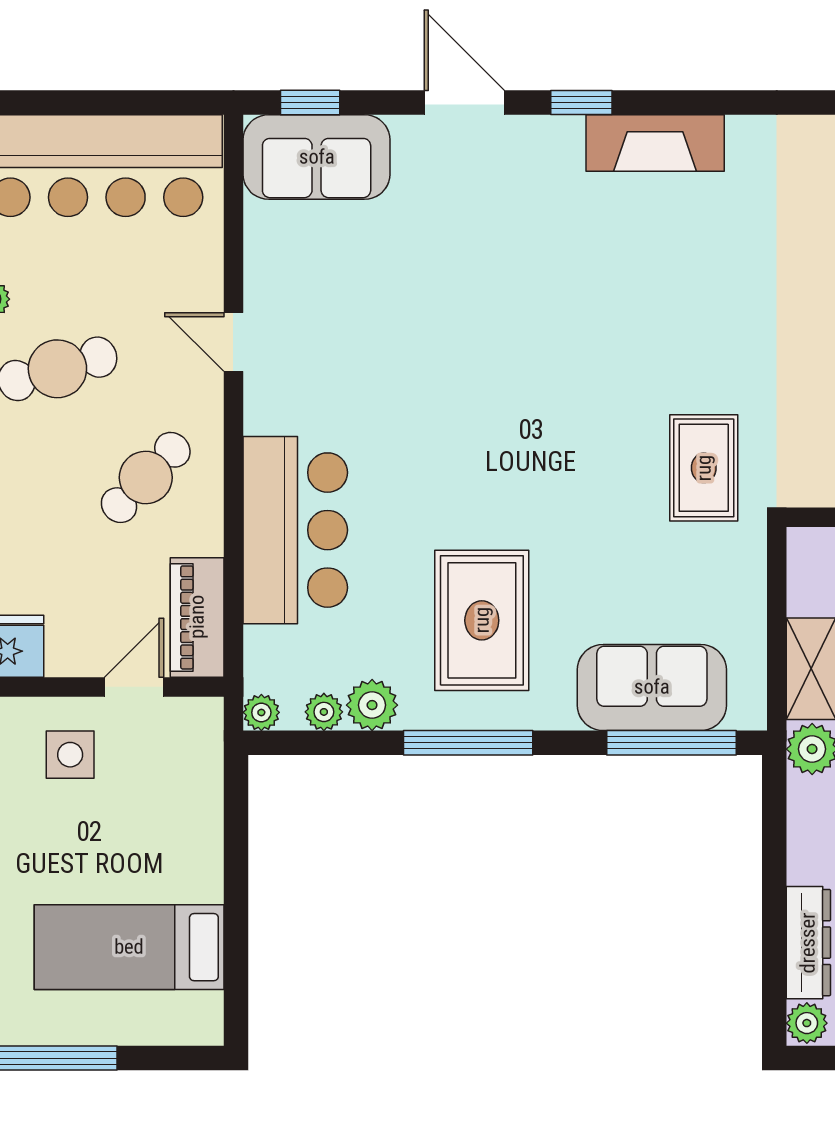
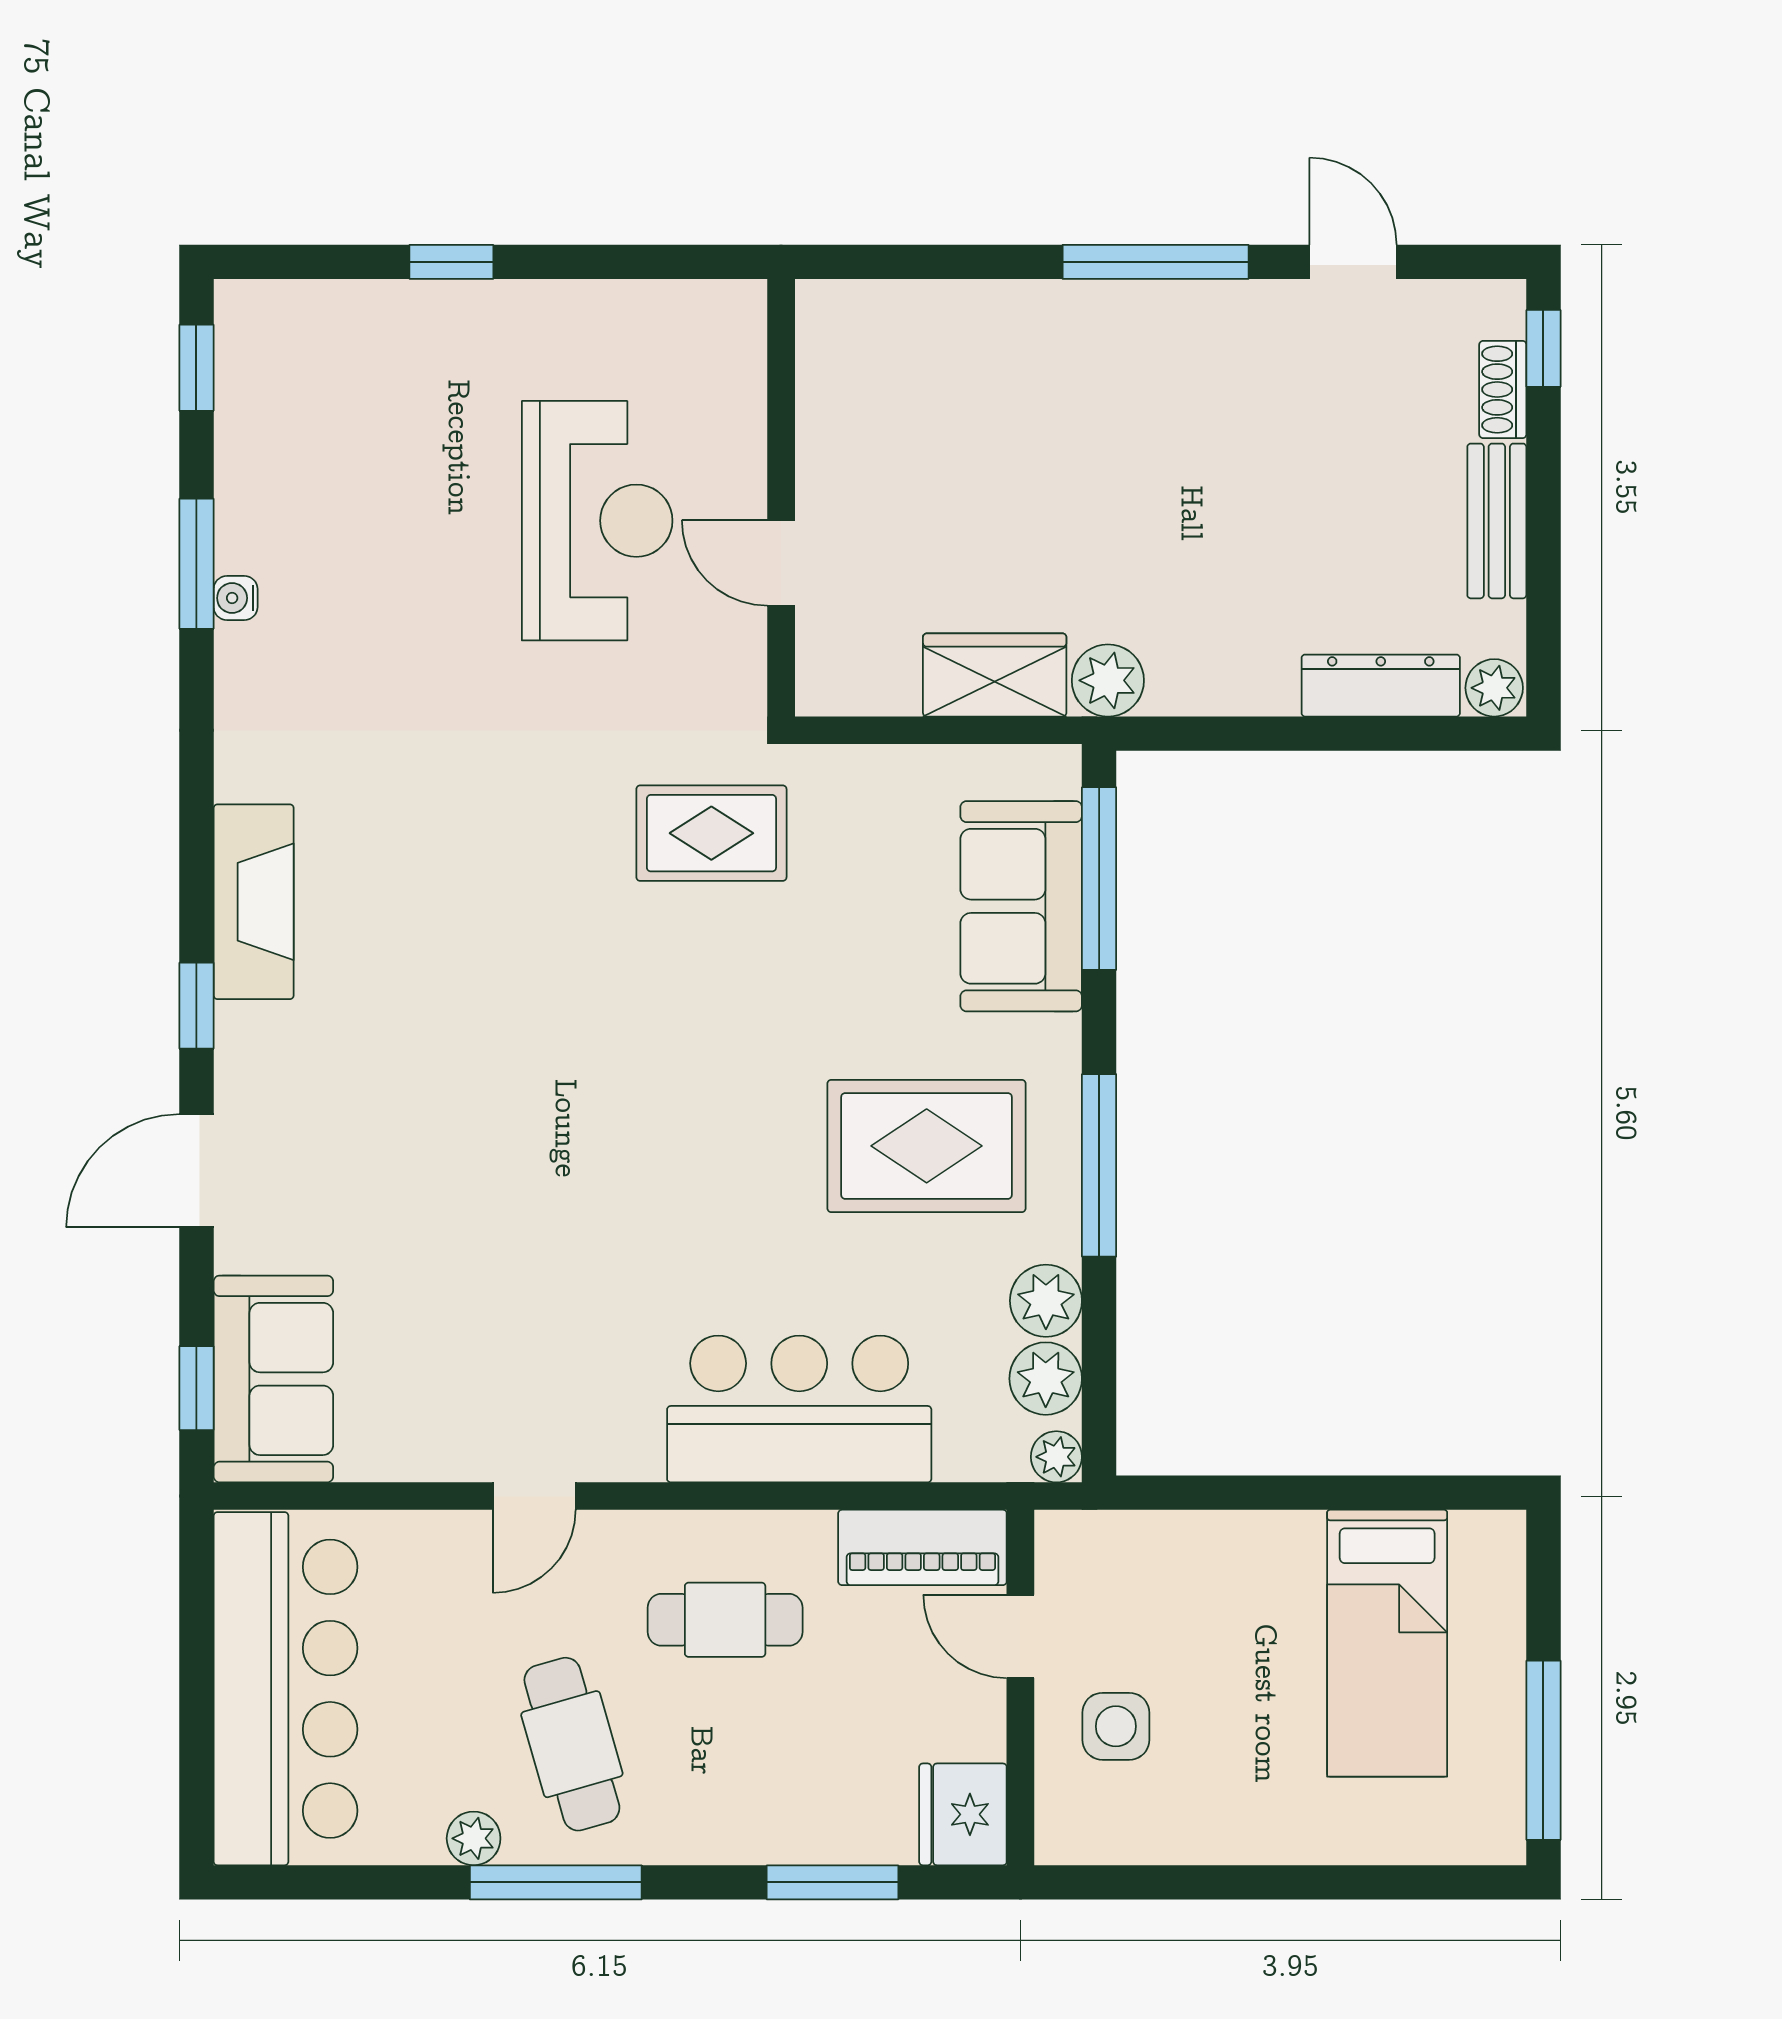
cafe table: (146, 477) -> (725, 1620), turned -44
plant: (324, 712) -> (1046, 1379), width x1.38, depth x1.38

